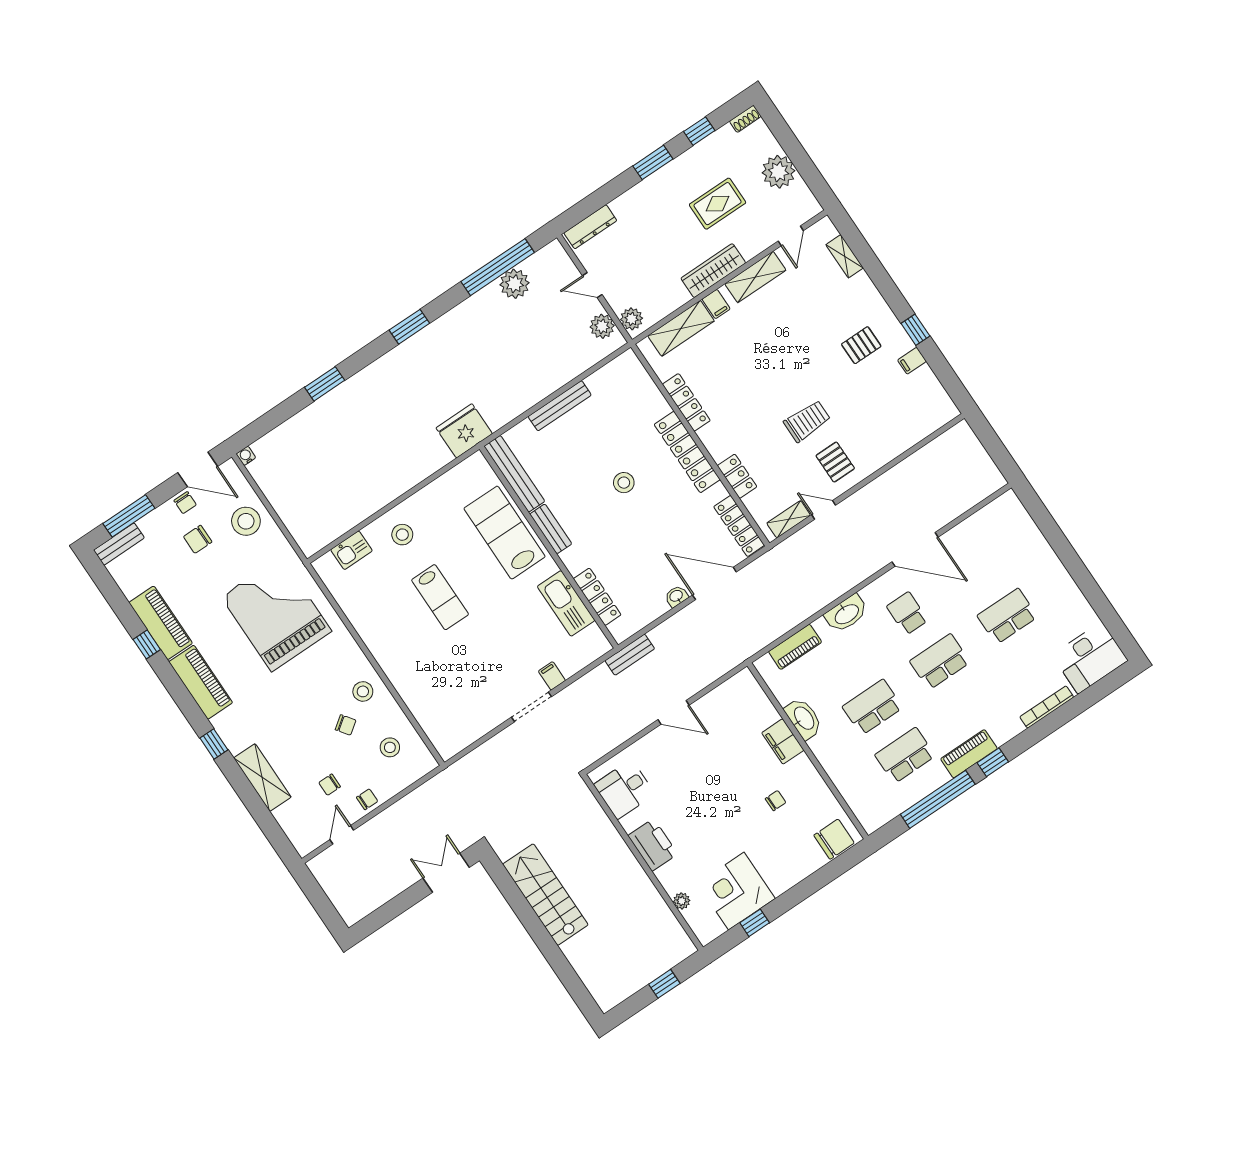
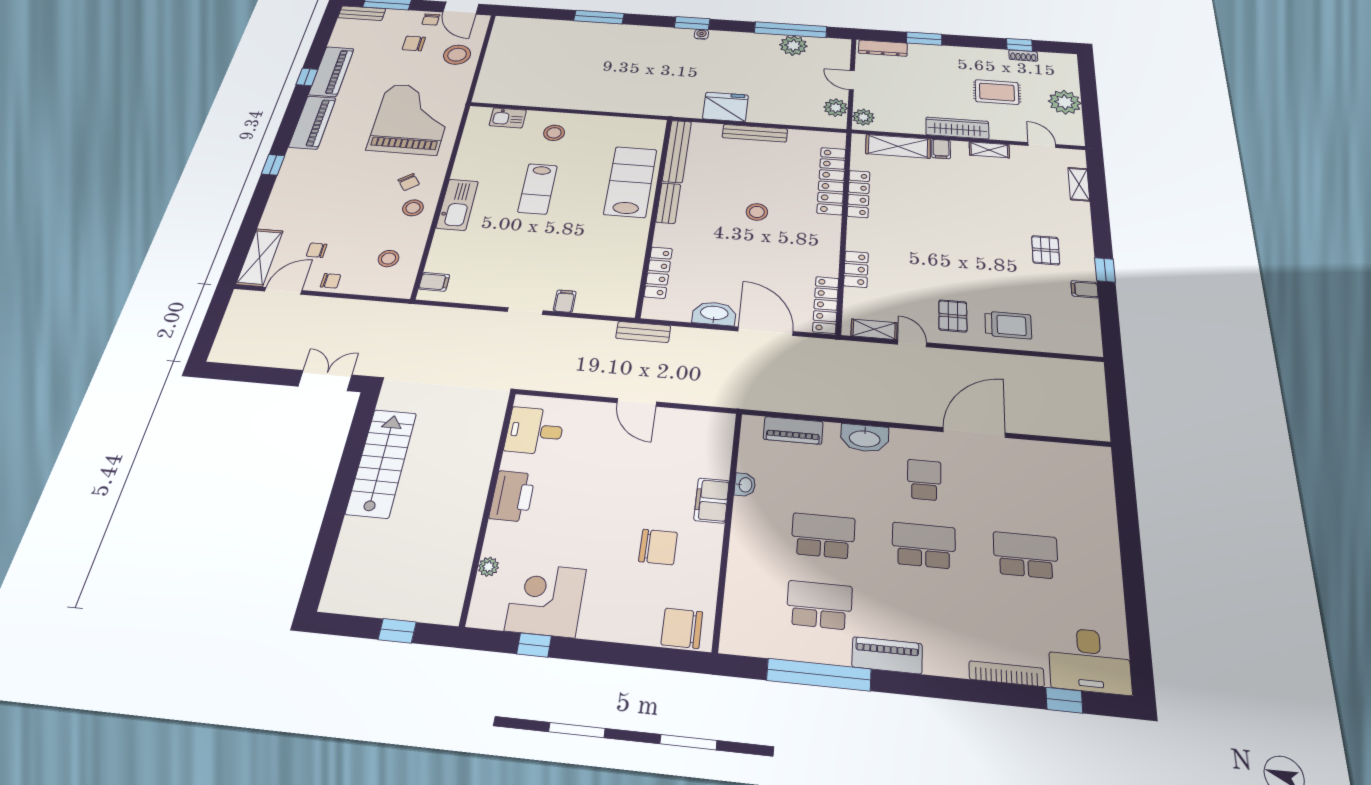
shoe rack: (745, 119) -> (1023, 56), moved
window: (653, 162) -> (924, 39), moved
door: (791, 236) -> (1042, 145), swing flipped
shelving: (755, 277) -> (989, 150), width x0.67, depth x0.75
pallet: (861, 345) -> (1046, 250), turned 90
window: (325, 384) -> (599, 17), width x1.44
trolley: (807, 421) -> (1008, 325), moved
fridge: (464, 431) -> (725, 107), moved
locker: (687, 452) -> (831, 181), moved
water cooler: (246, 456) -> (701, 34), moved
door: (915, 549) -> (974, 432), swing flipped
washbasin: (676, 596) -> (714, 313), width x1.91, depth x1.45
kitchen sink: (566, 603) -> (457, 205), moved, turned 180
doorway: (532, 707) -> (525, 311), width x0.73
washbasin: (804, 719) -> (745, 485), width x0.52, depth x0.69
chair: (346, 725) -> (409, 182), moved
filing cabinet: (443, 738) -> (434, 282), added
window: (993, 762) -> (1064, 700), moved
shelving: (262, 778) -> (260, 257), moved
chair: (776, 801) -> (658, 547), width x1.87, depth x1.87
door: (342, 835) -> (283, 291), width x1.38
chair: (834, 839) -> (682, 628), turned 180

